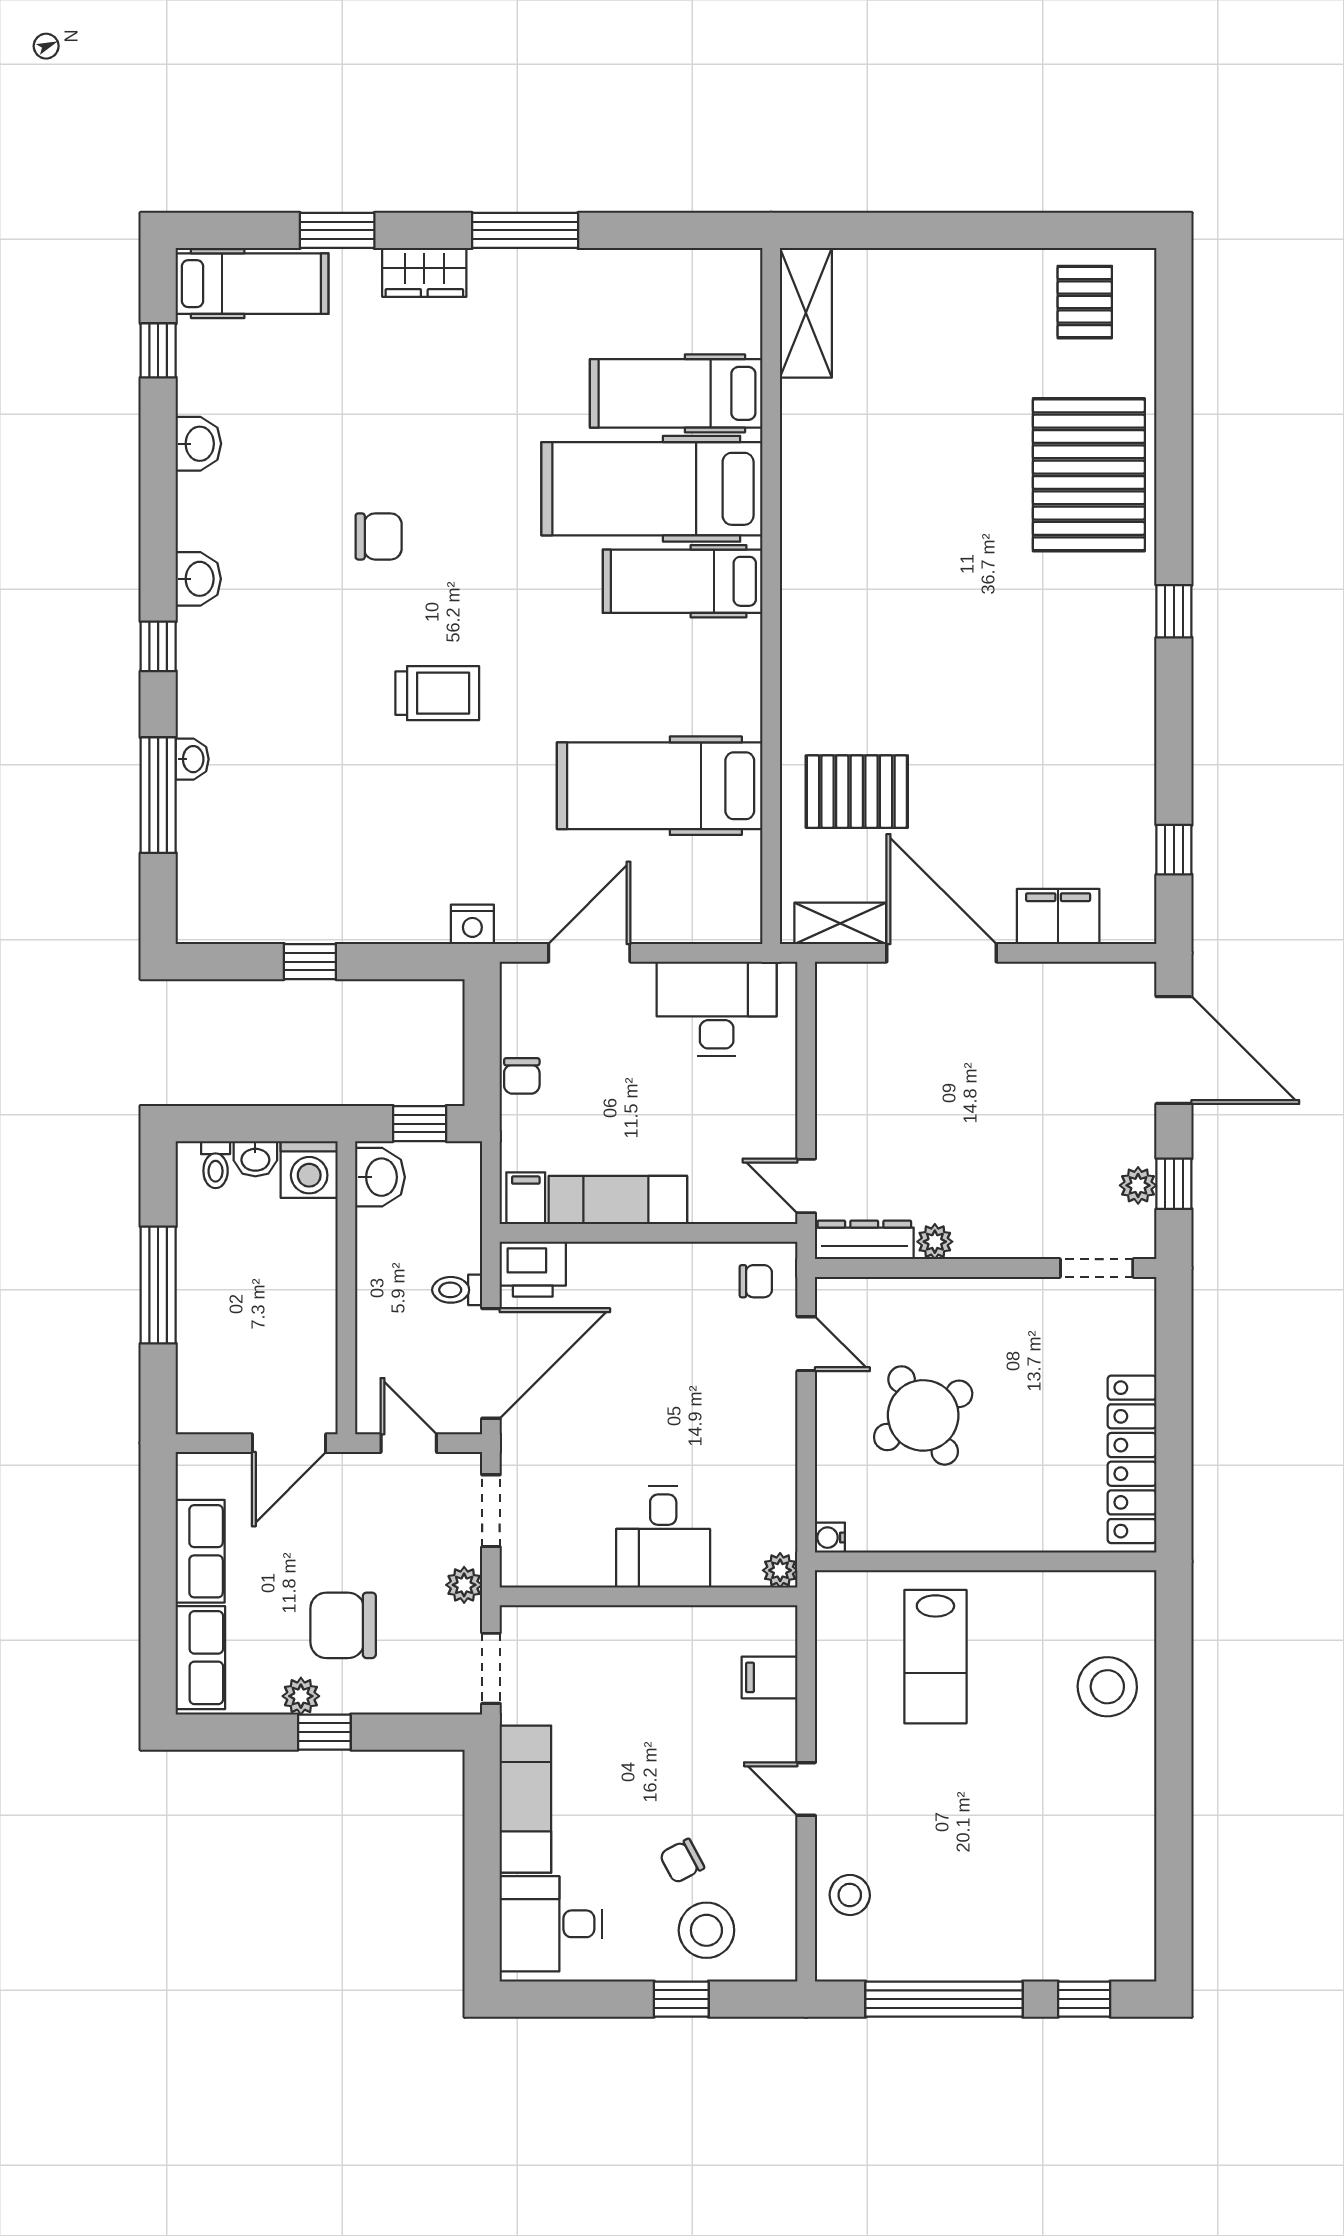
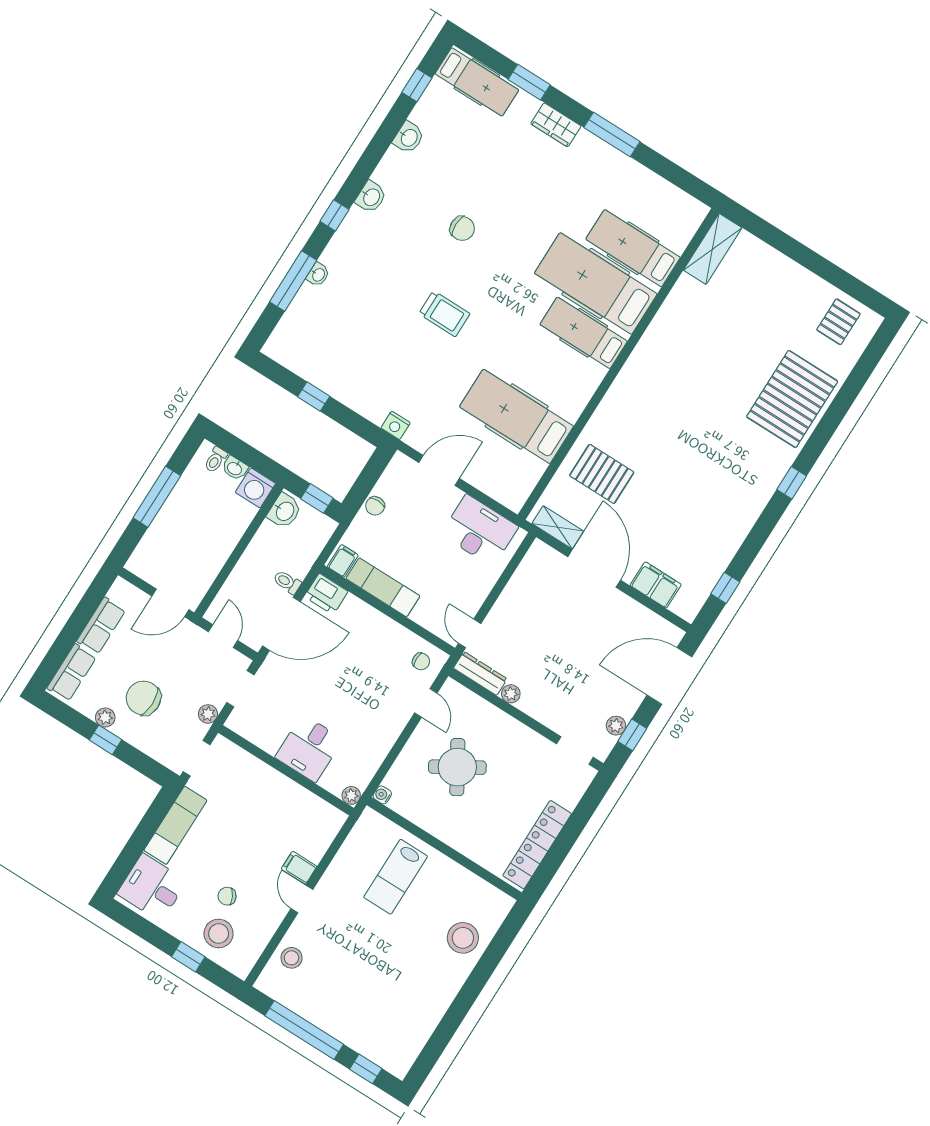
door: (1174, 1050) -> (669, 676), swing flipped
filing cabinet: (770, 1677) -> (299, 868), moved

